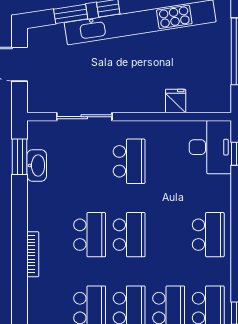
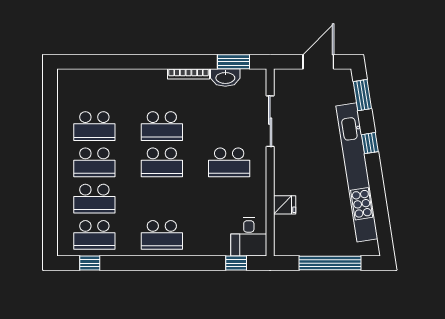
window: (71, 14) -> (362, 95), moved
desk: (210, 147) -> (249, 237), width x0.73
bookcase: (33, 254) -> (189, 74), moved

